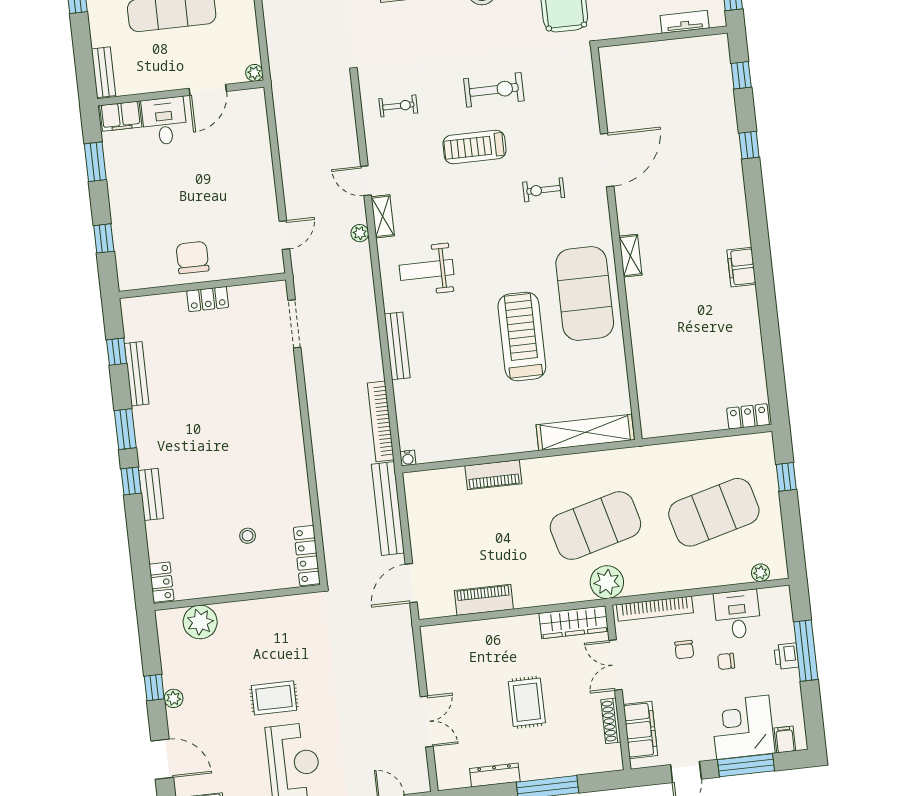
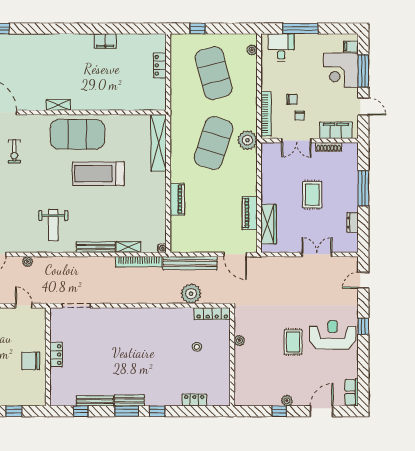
shelving: (383, 216) -> (128, 247), moved
filing cabinet: (741, 267) -> (105, 41), moved
locker: (748, 416) -> (160, 65), moved
bench: (151, 494) -> (129, 400), moved
plant: (336, 516) -> (191, 294), added
exercise mat: (595, 526) -> (214, 143), turned 33
locker: (162, 582) -> (194, 400), moved
desk: (737, 614) -> (281, 47), moved, turned 90
plant: (200, 622) -> (239, 341), moved, width x0.53, depth x0.53
wardrobe: (574, 622) -> (269, 224), moved
printer: (786, 656) -> (302, 40), removed
chair: (726, 661) -> (300, 116), moved
rug: (527, 702) -> (312, 195), turned 90
dresser: (495, 775) -> (353, 223), width x0.70

